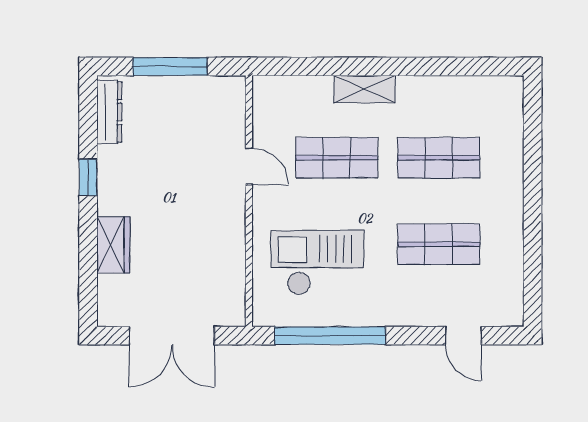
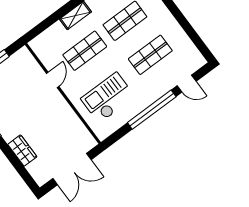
door: (249, 166) -> (53, 80), hinge flipped
window: (330, 336) -> (152, 110), moved

